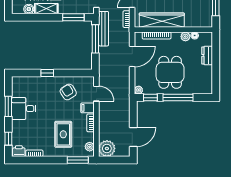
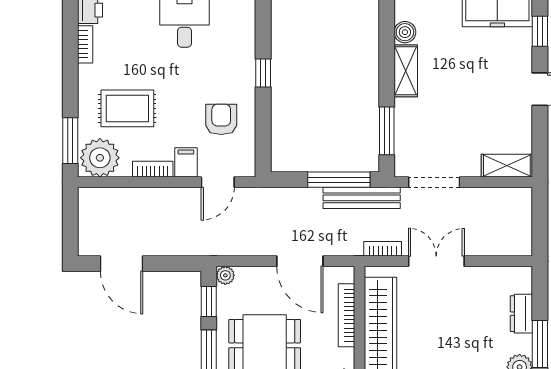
armchair: (68, 92) -> (221, 119), turned -58
plant: (90, 147) -> (100, 158), width x1.88, depth x1.88
plant: (107, 148) -> (96, 205), removed

